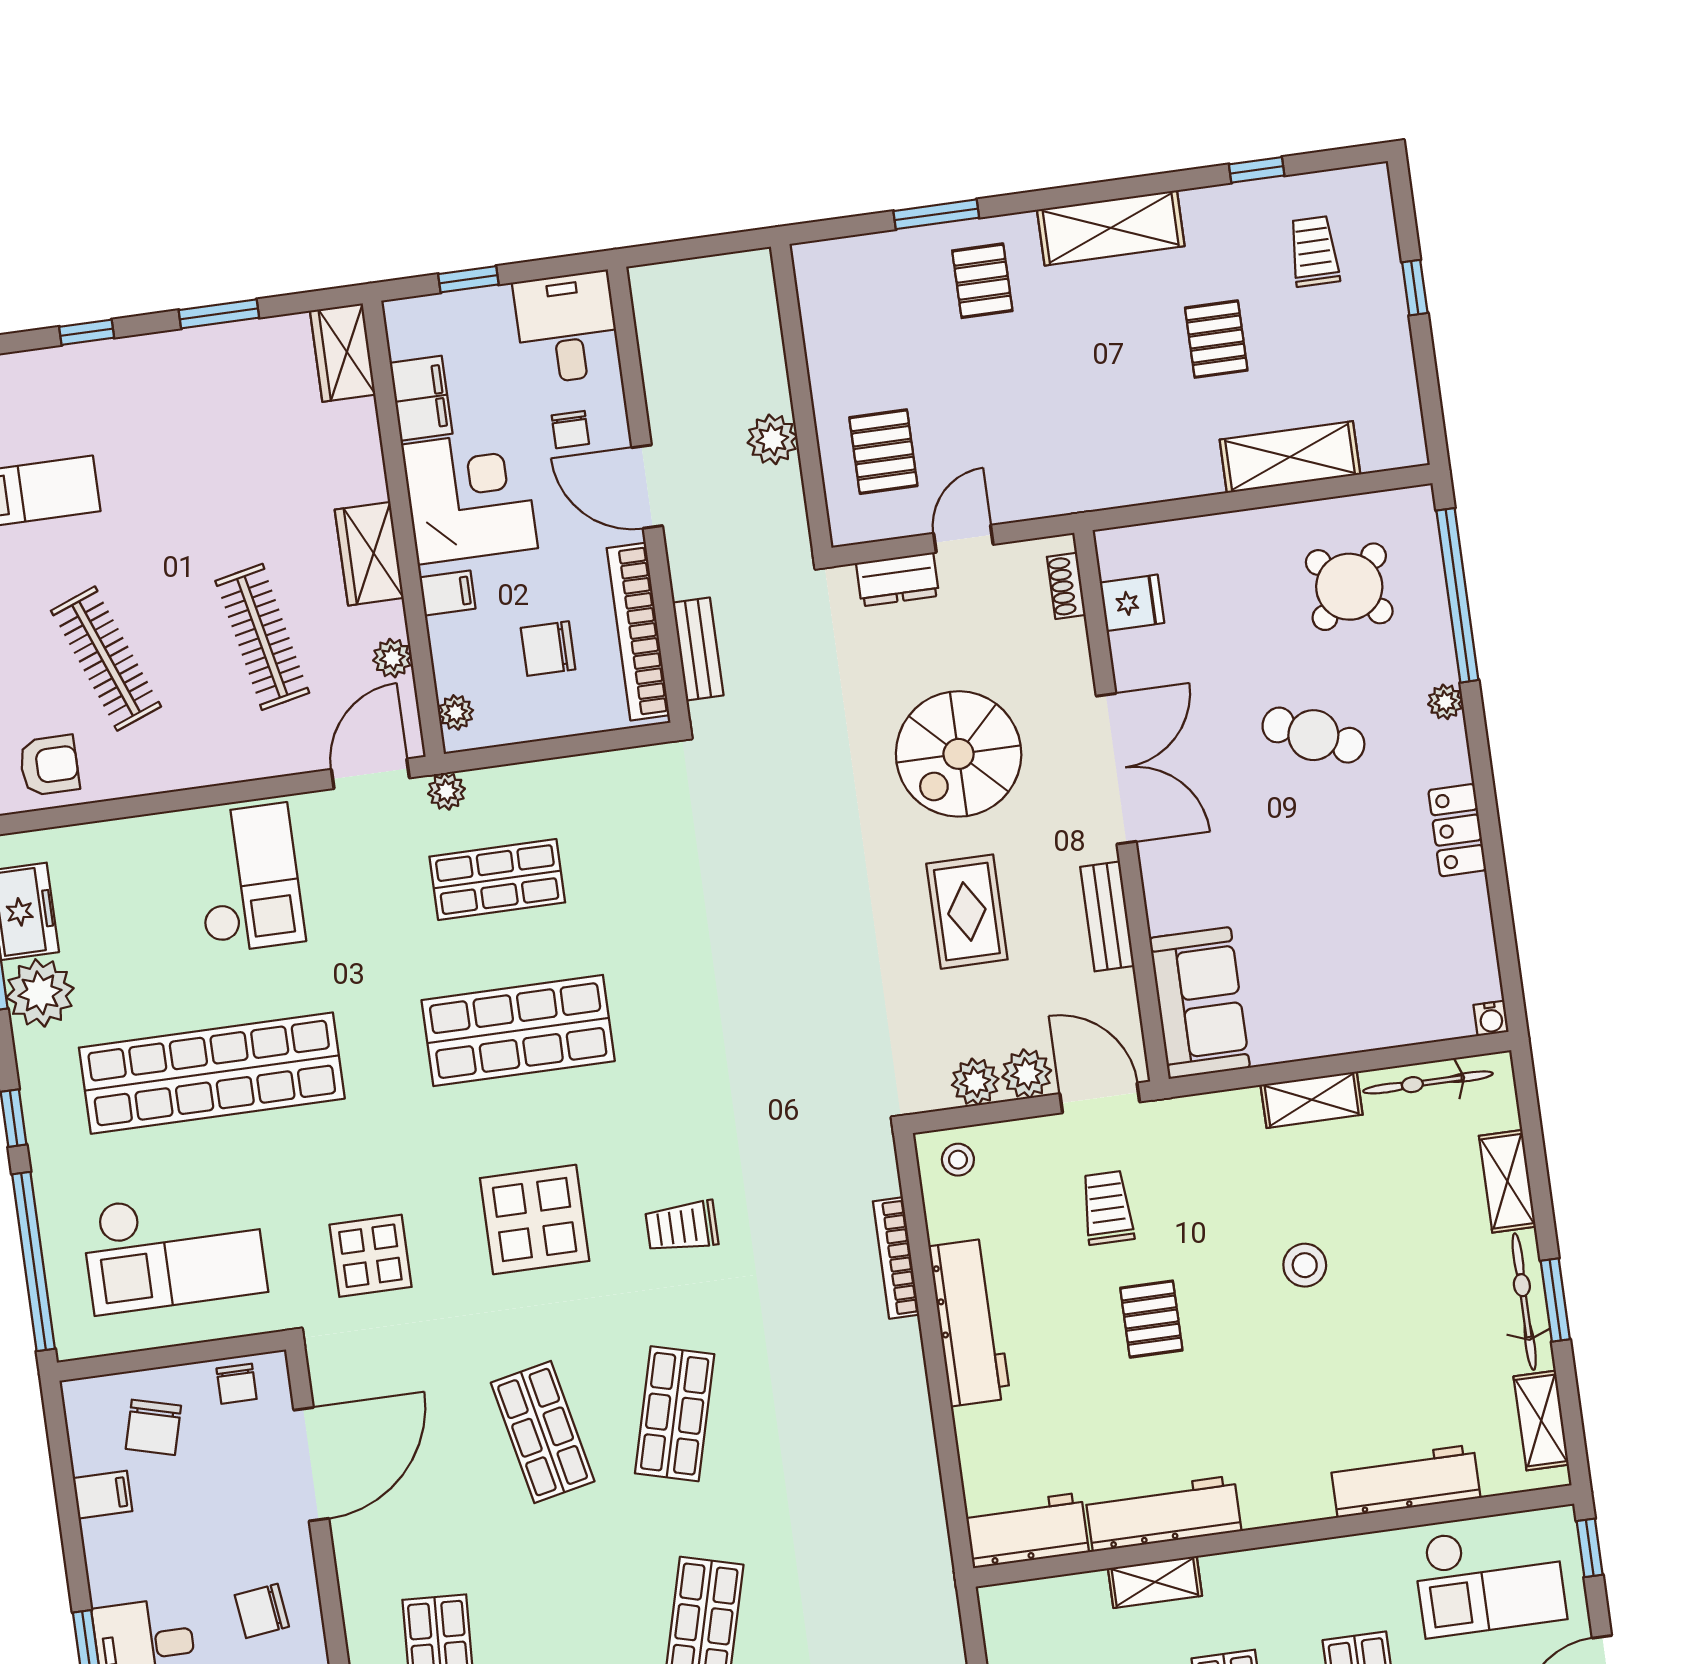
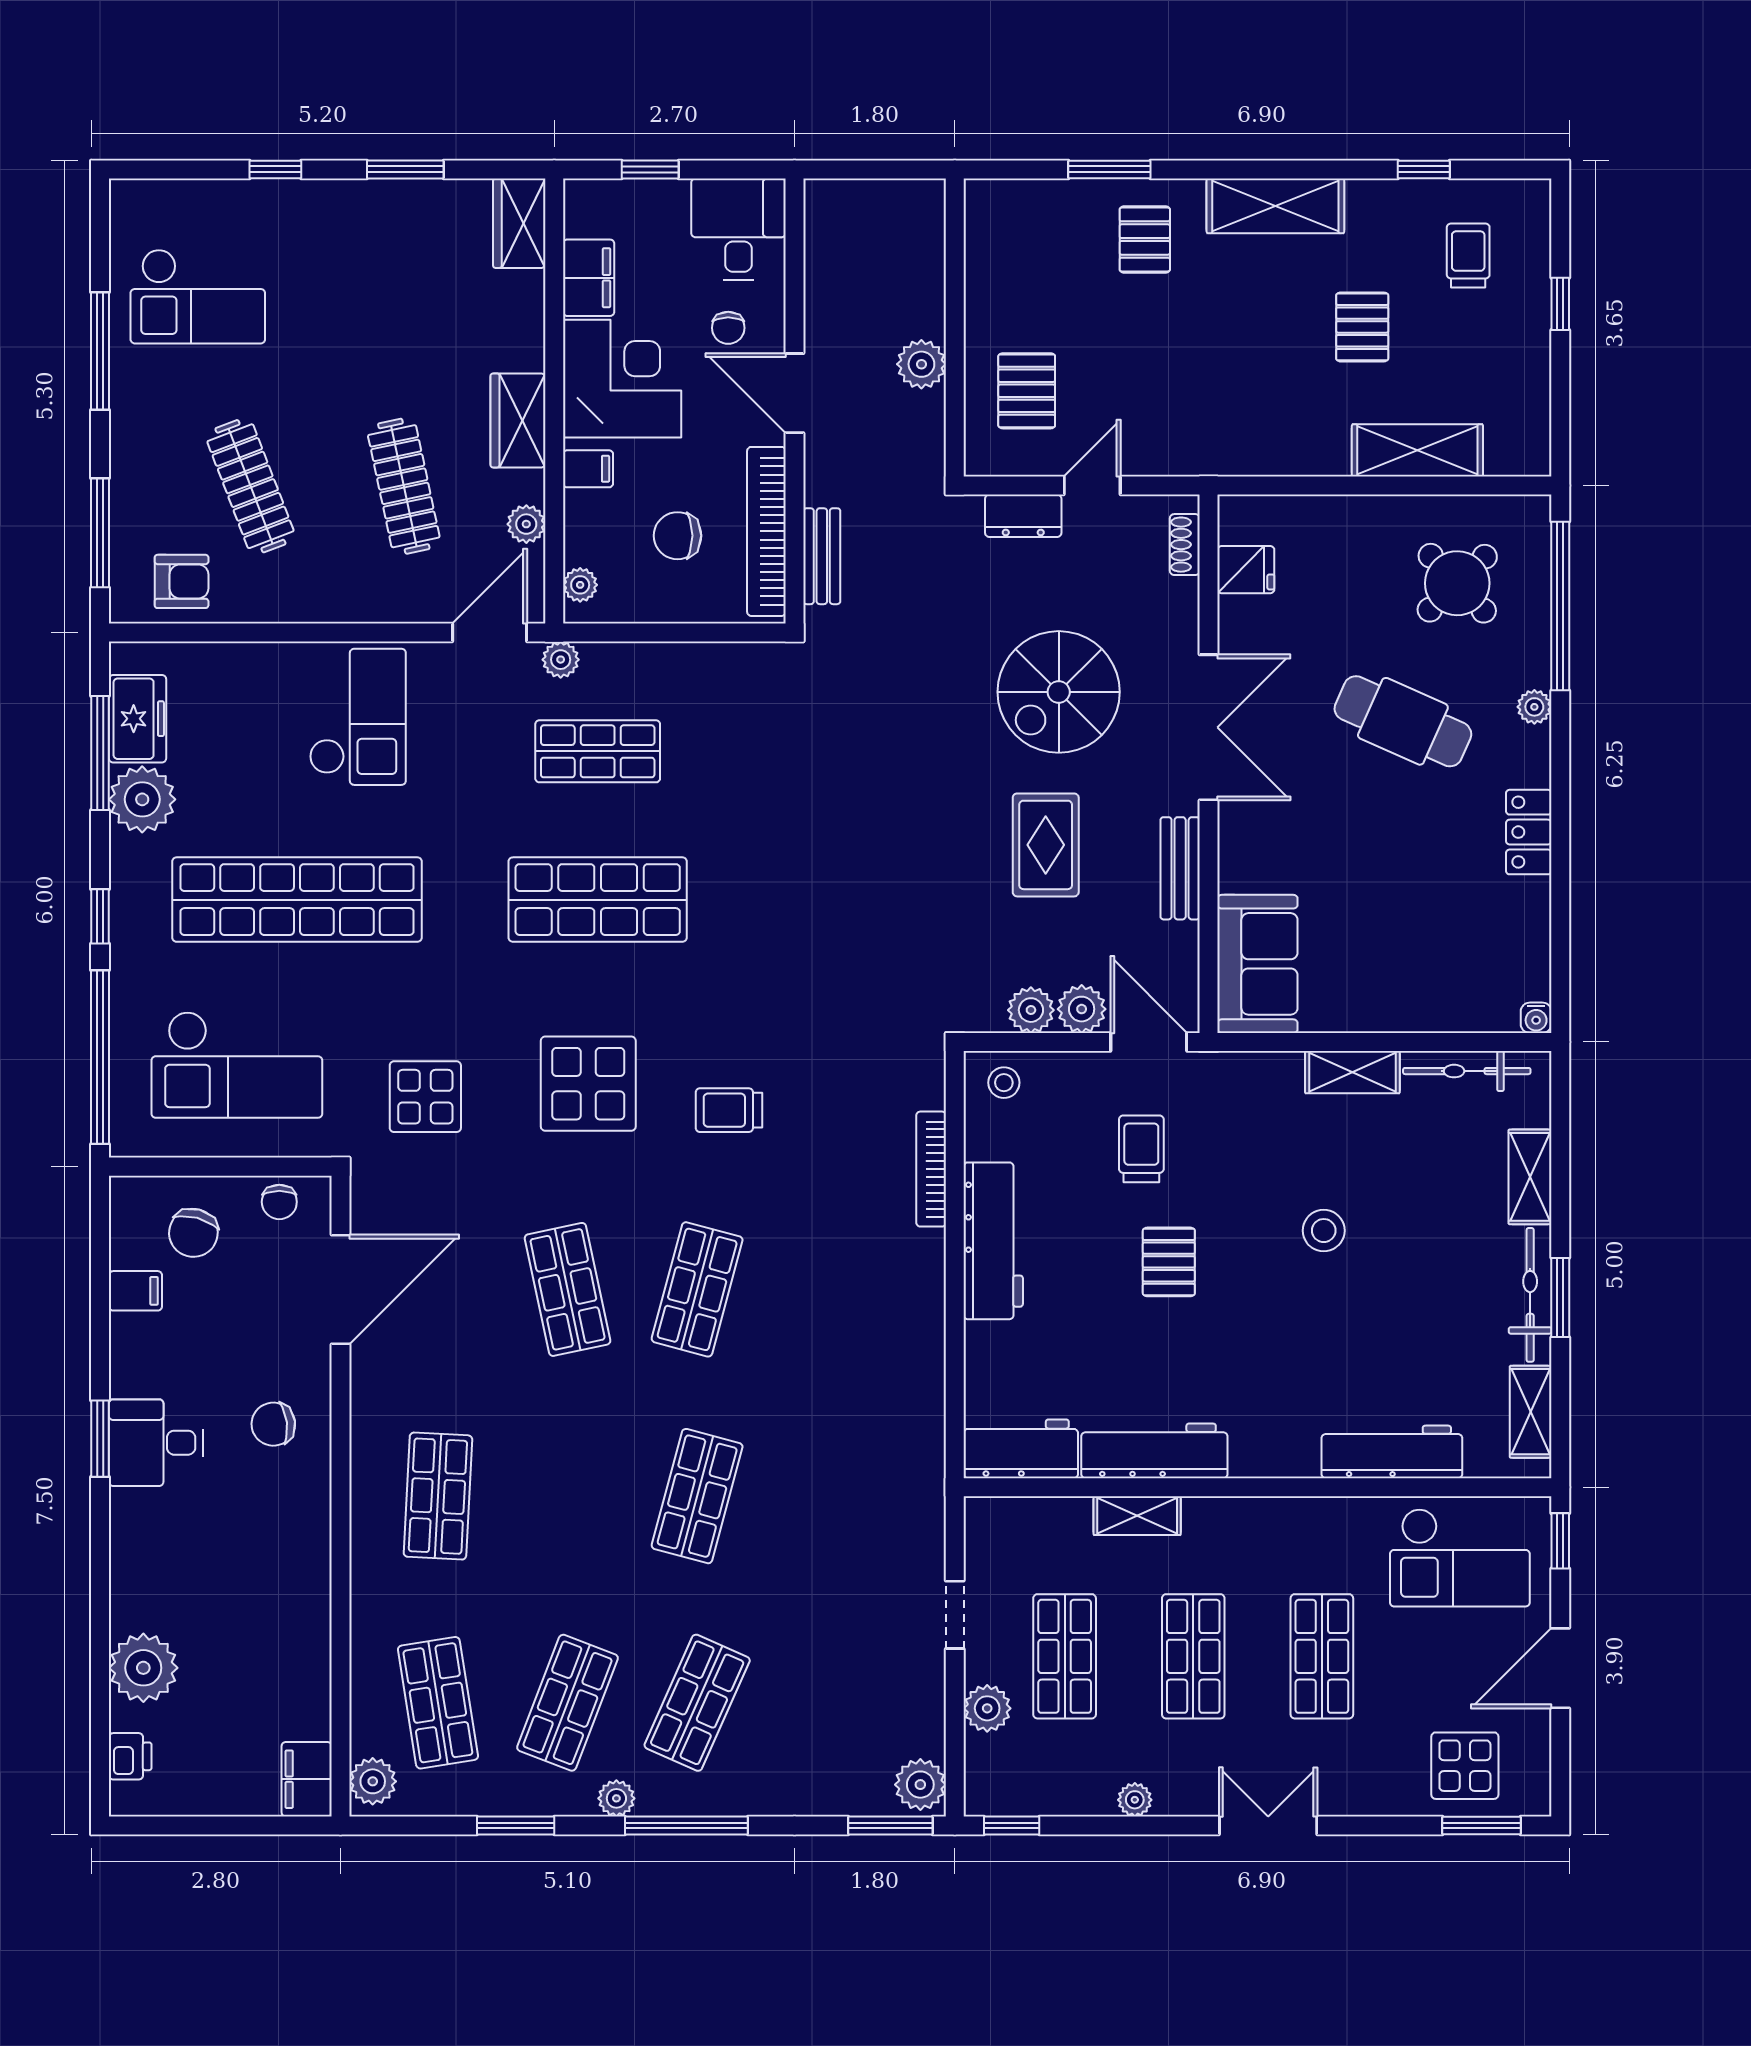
cafe table: (1313, 735) -> (1403, 721), width x1.37, depth x1.35

